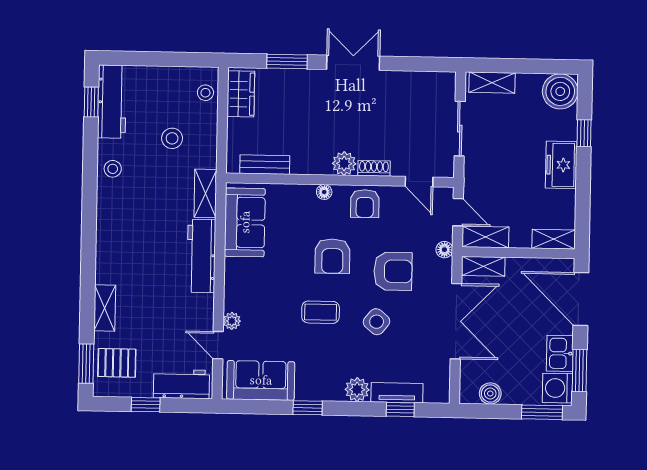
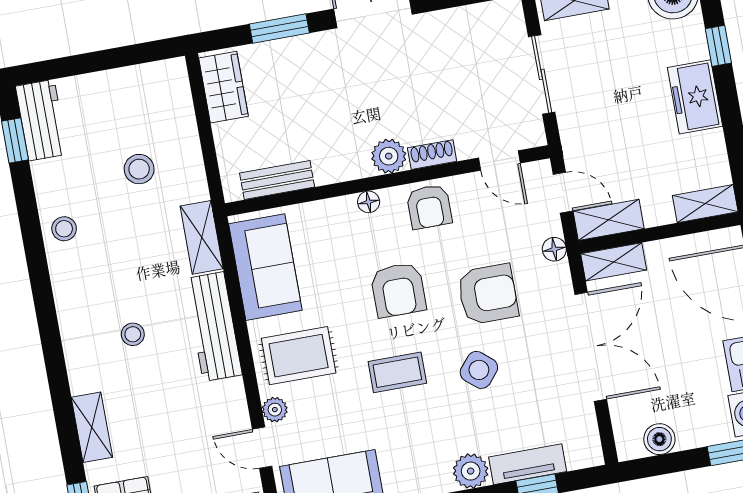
stool: (205, 93) -> (133, 334), moved
workbench: (112, 102) -> (41, 120), width x0.73
rug: (255, 287) -> (299, 356), added

